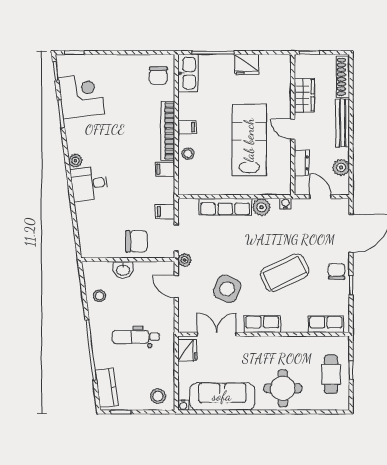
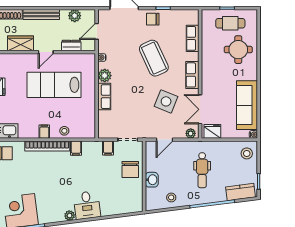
row of seats: (225, 207) -> (104, 97), width x0.68
chair: (137, 241) -> (130, 170), turned 180
plant: (185, 260) -> (191, 133), moved
row of seats: (326, 324) -> (193, 38), moved
round table: (283, 388) -> (238, 50), moved

